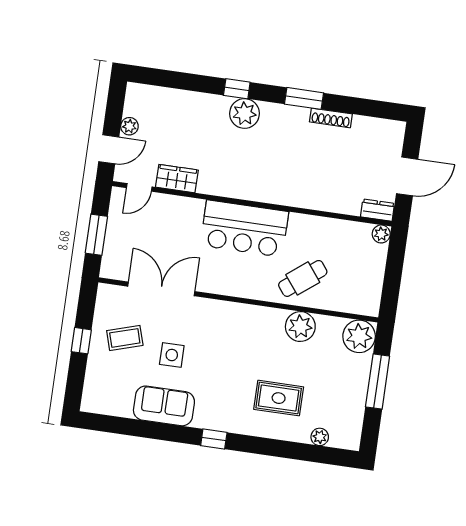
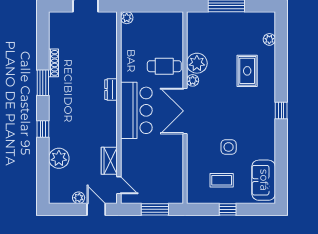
plant: (245, 113) -> (59, 158), moved
dresser: (378, 210) -> (111, 90), moved
cafe table: (303, 278) -> (164, 66), turned -52
double door: (161, 289) -> (185, 111), moved
plant: (359, 336) -> (193, 80), moved, width x0.53, depth x0.53
coffee table: (125, 338) -> (222, 180), turned -73
sofa: (164, 406) -> (264, 180), moved

